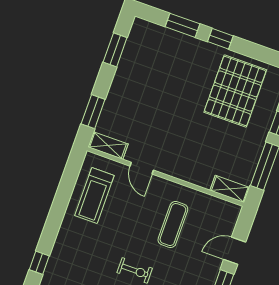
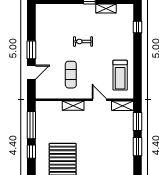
window: (115, 50) -> (138, 147), moved
shelving: (230, 189) -> (73, 106), moved
treadmill: (94, 196) -> (120, 75), turned 180

